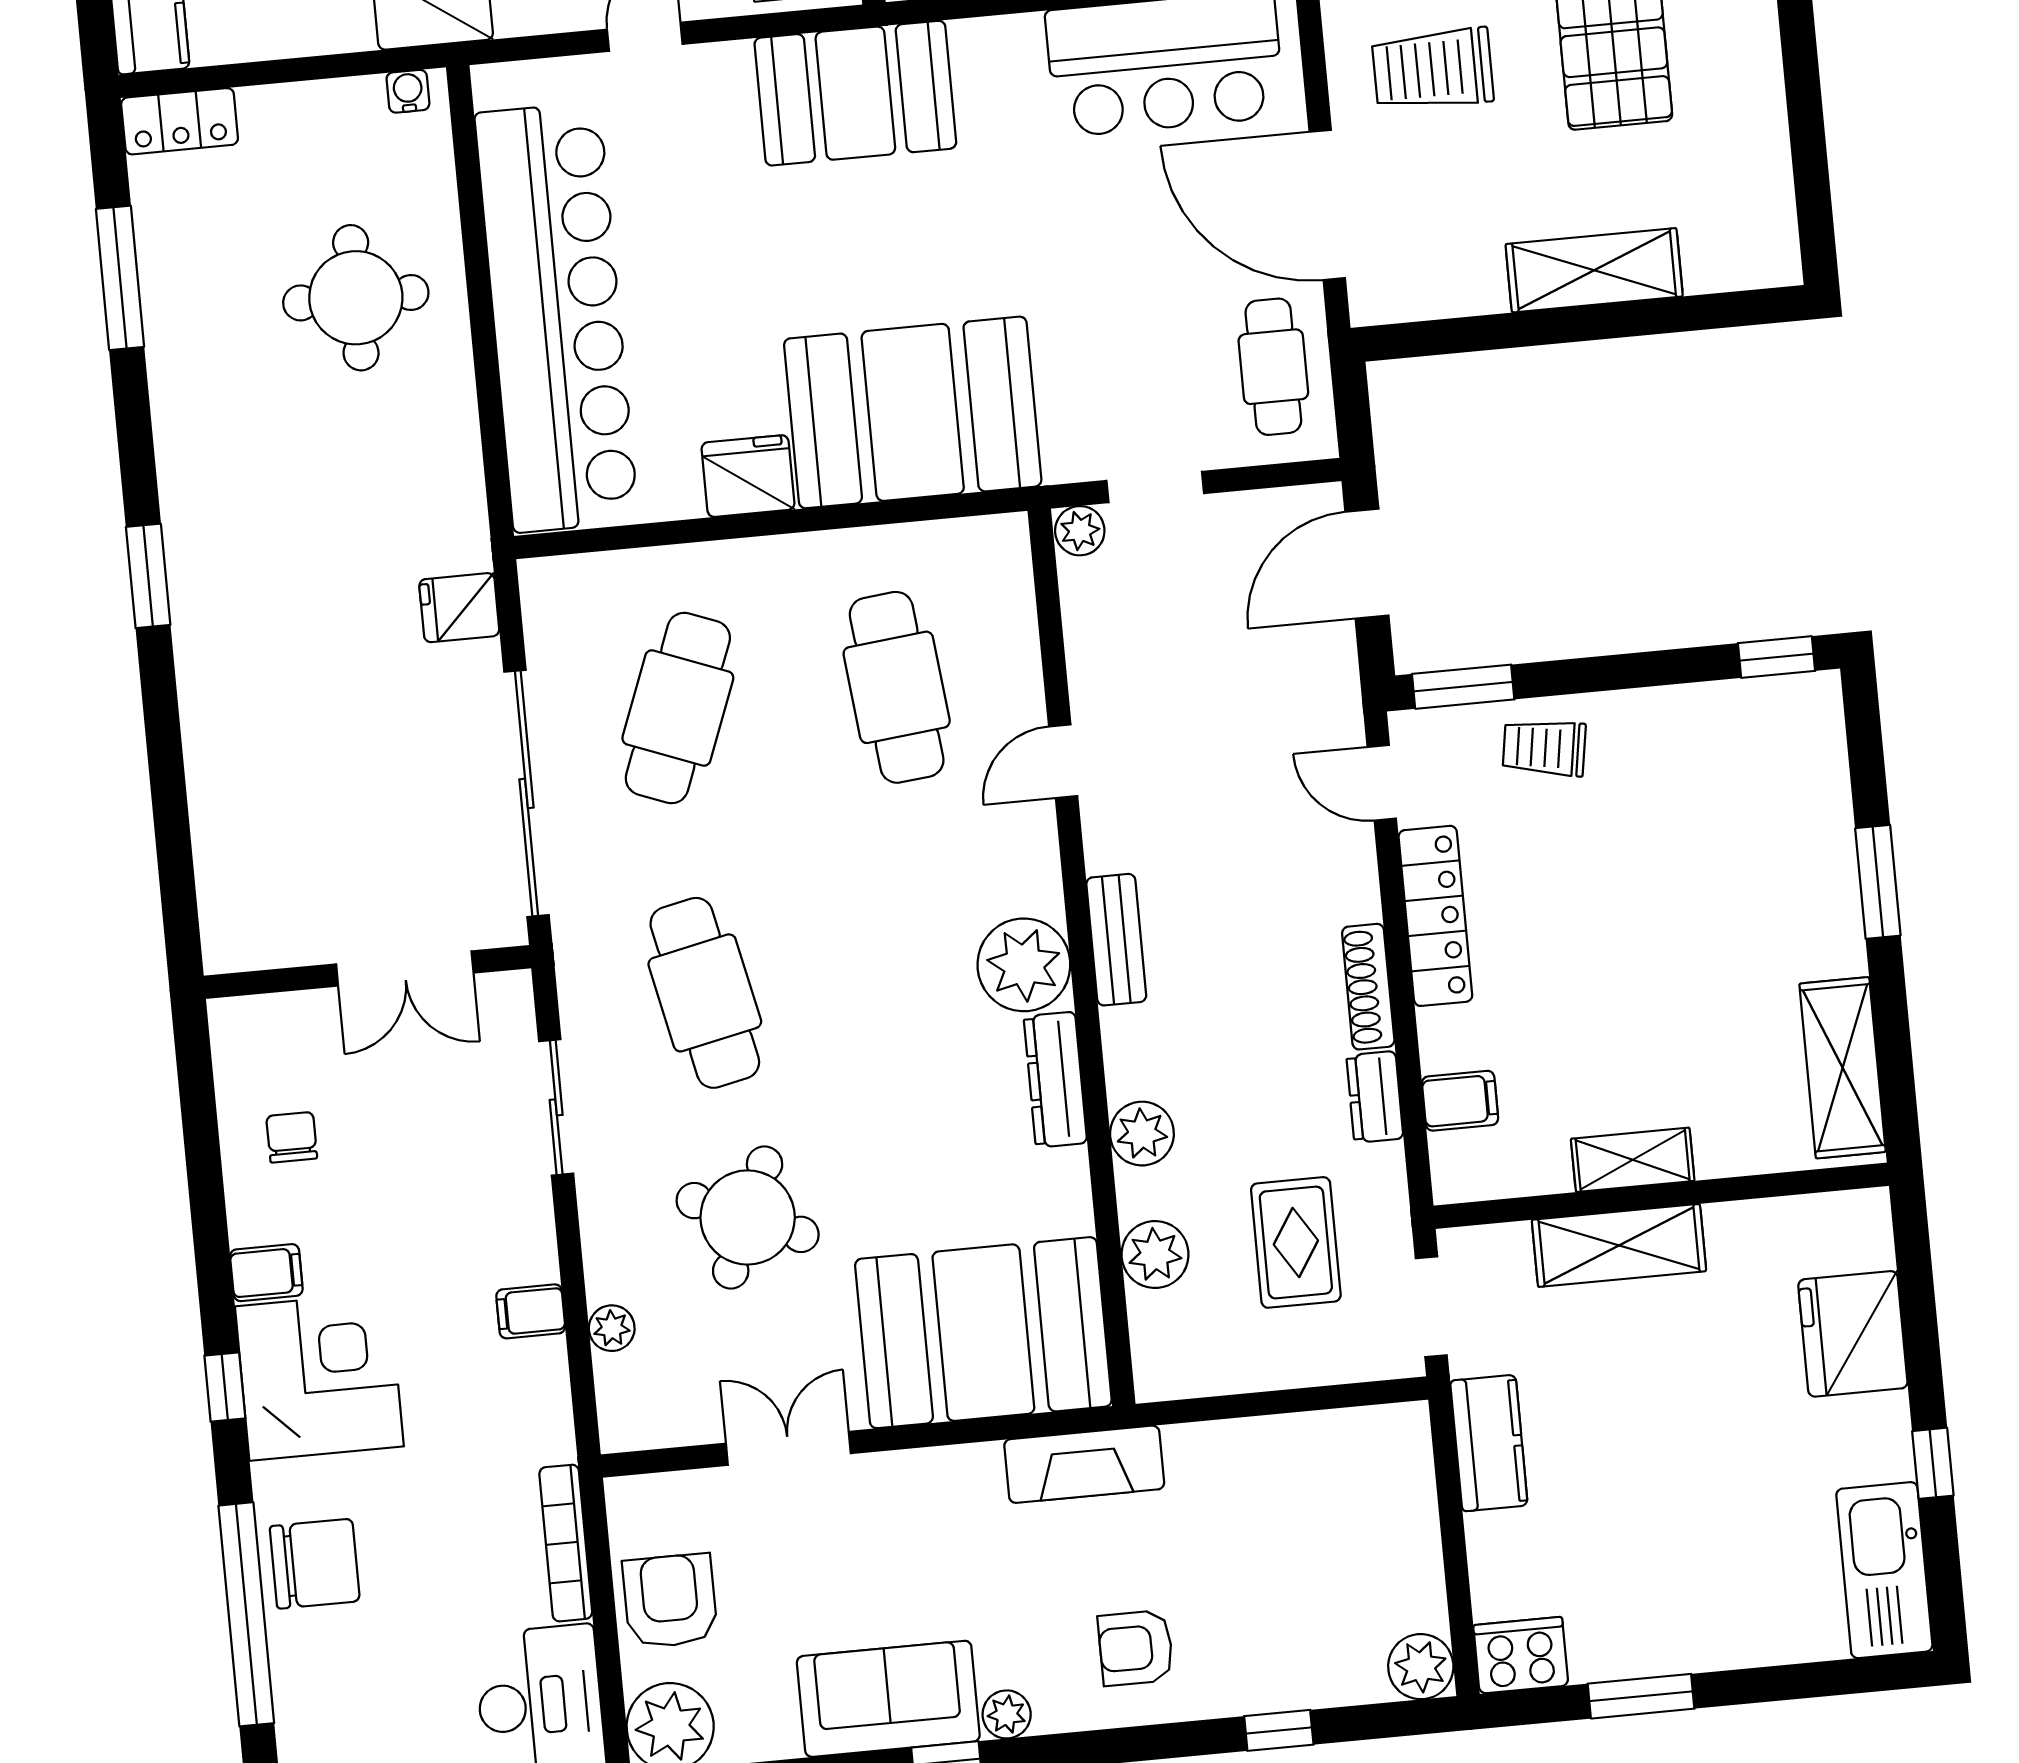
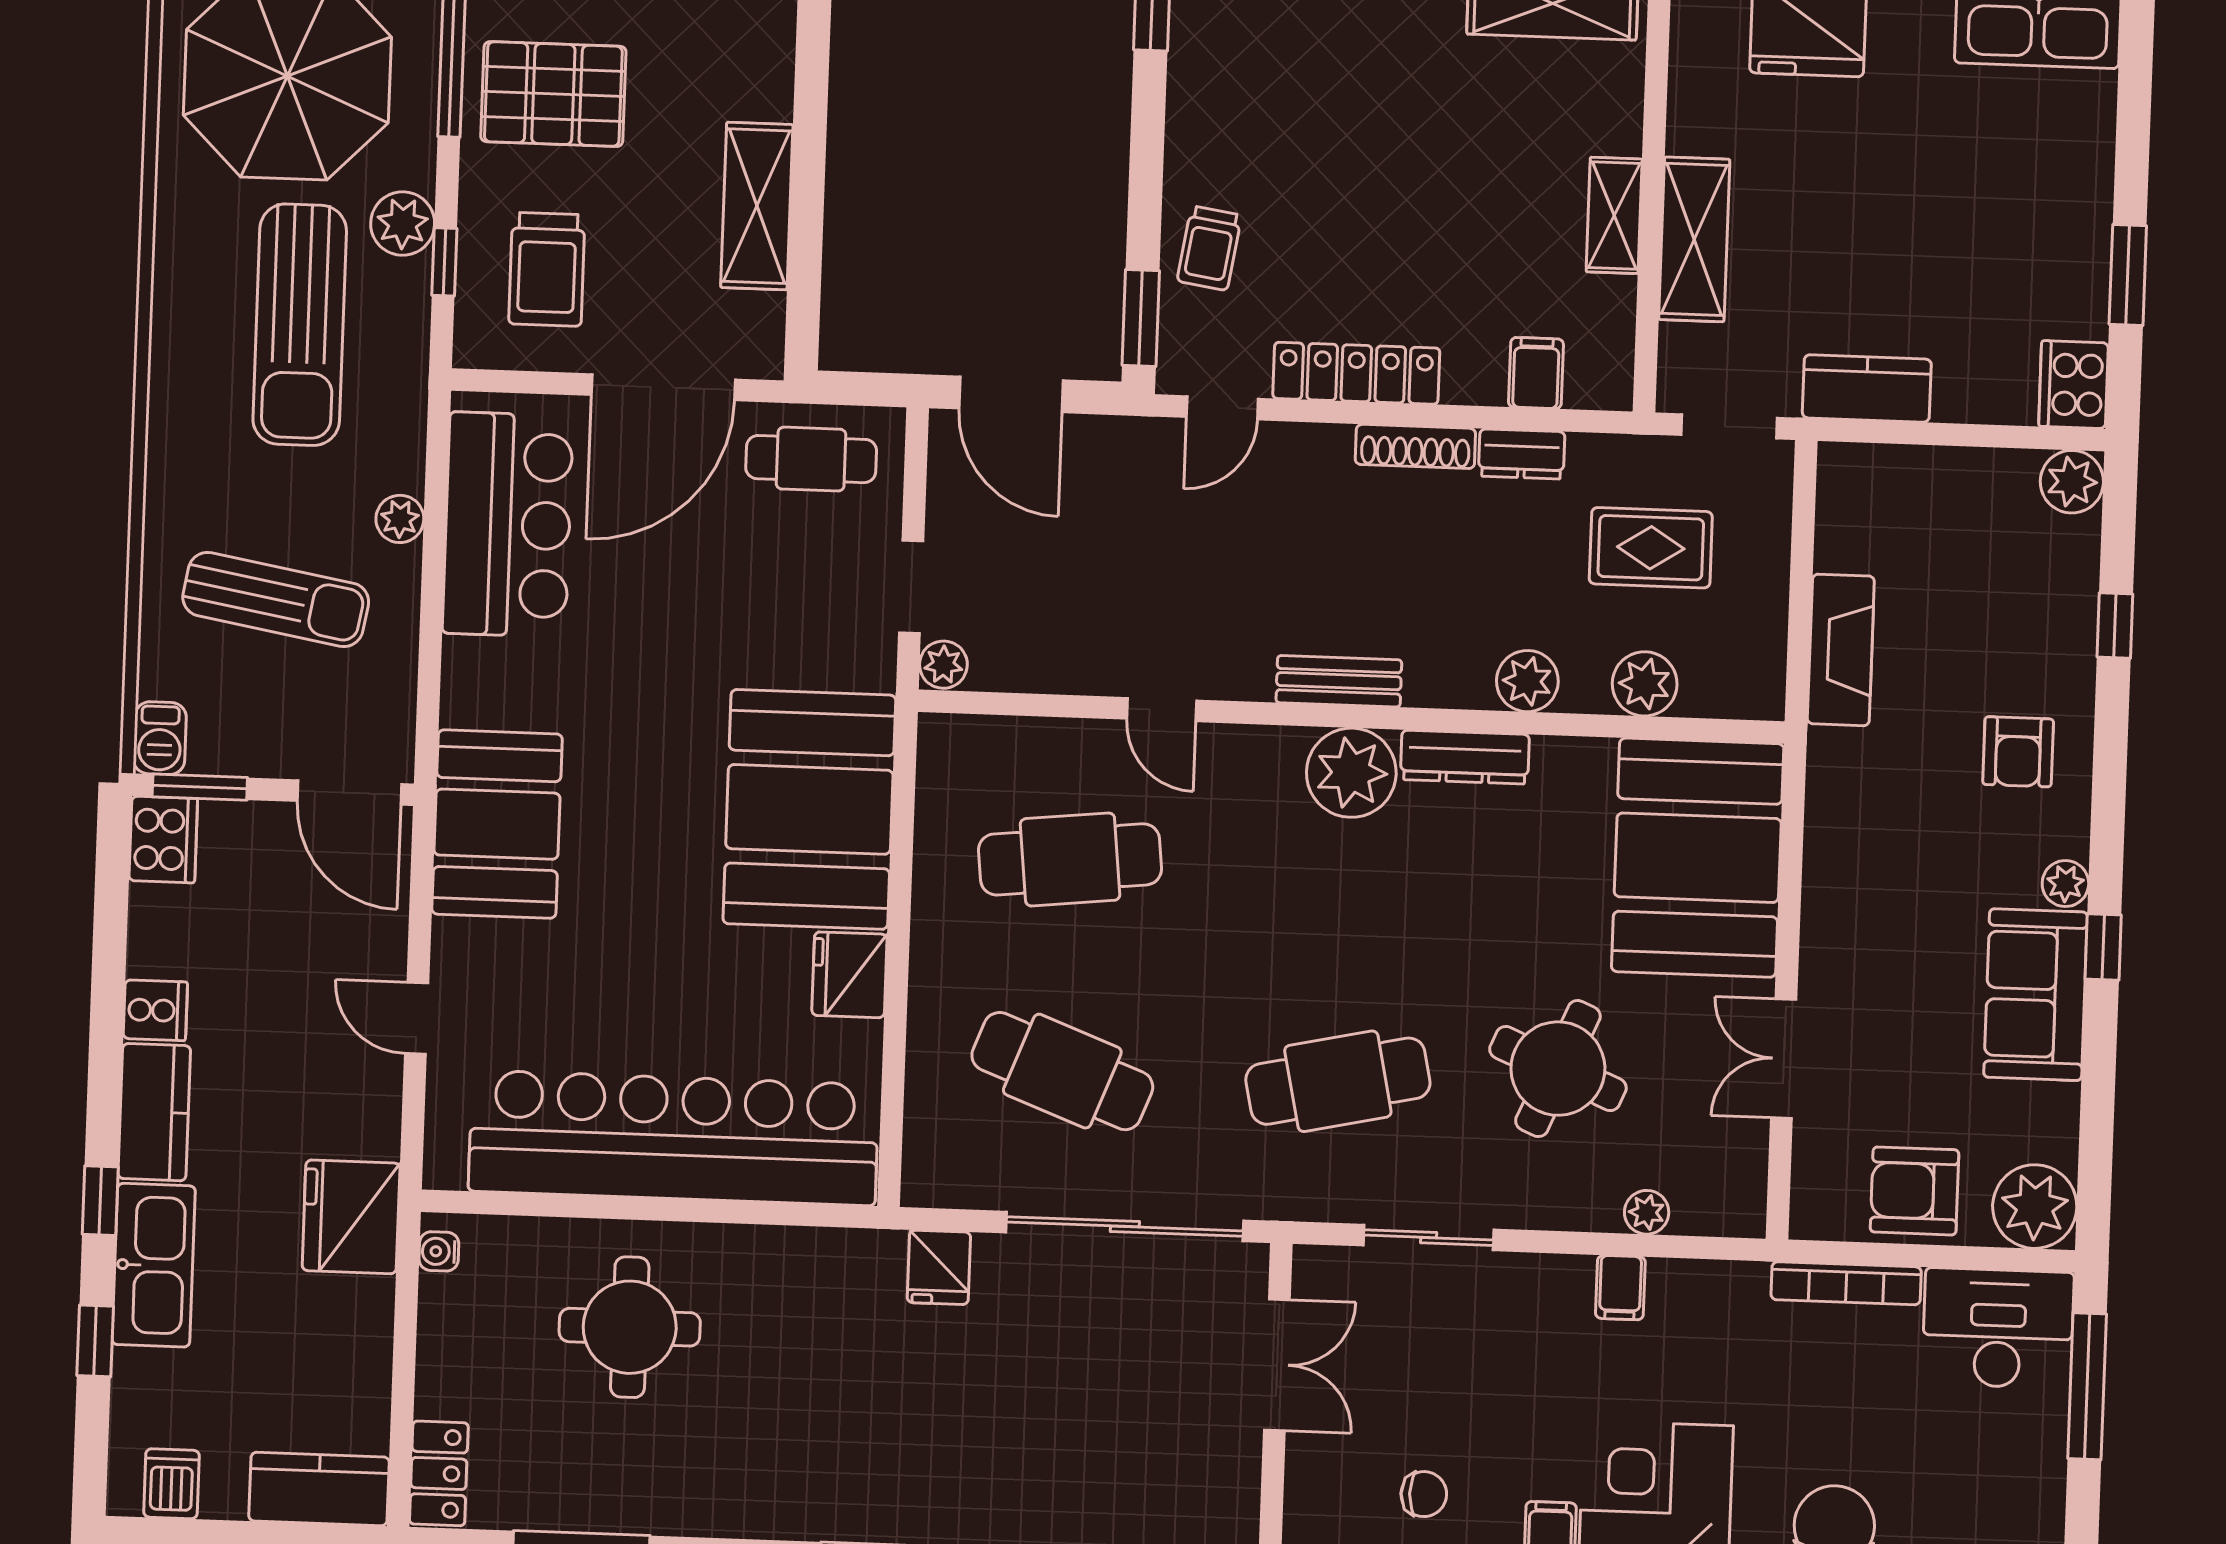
shelving: (1594, 270) -> (757, 206), moved
chair: (292, 1137) -> (1424, 1494), turned 180
fireplace: (1084, 1464) -> (1841, 650), moved

